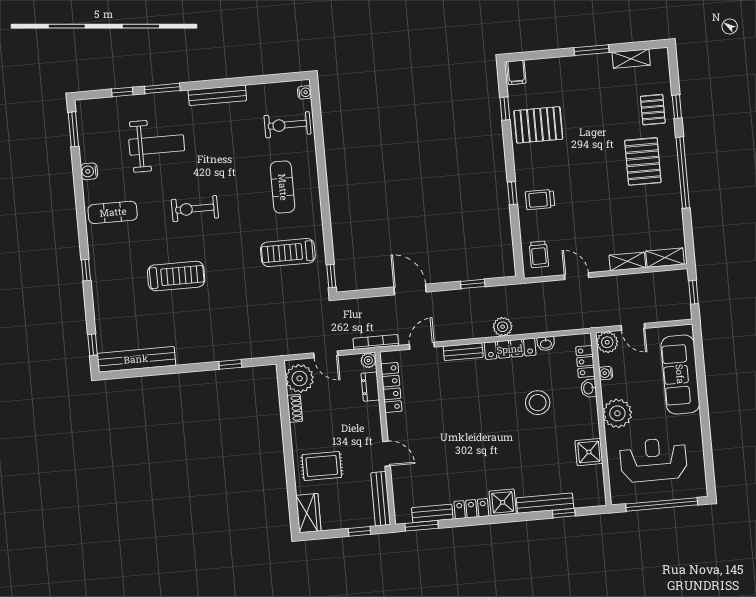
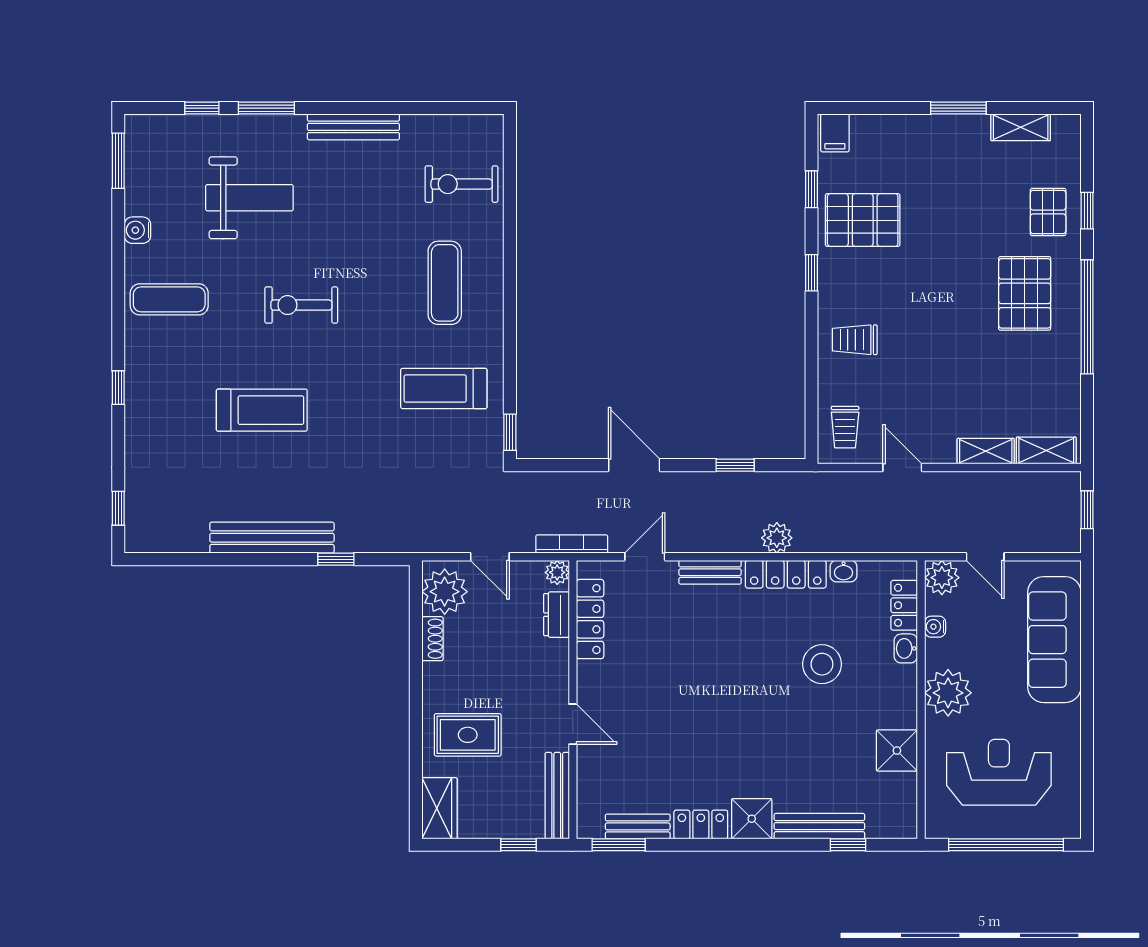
water cooler: (305, 92) -> (493, 135), removed
window: (512, 193) -> (812, 273), moved
bench: (136, 359) -> (272, 538), moved

